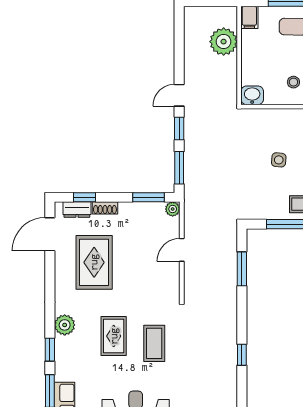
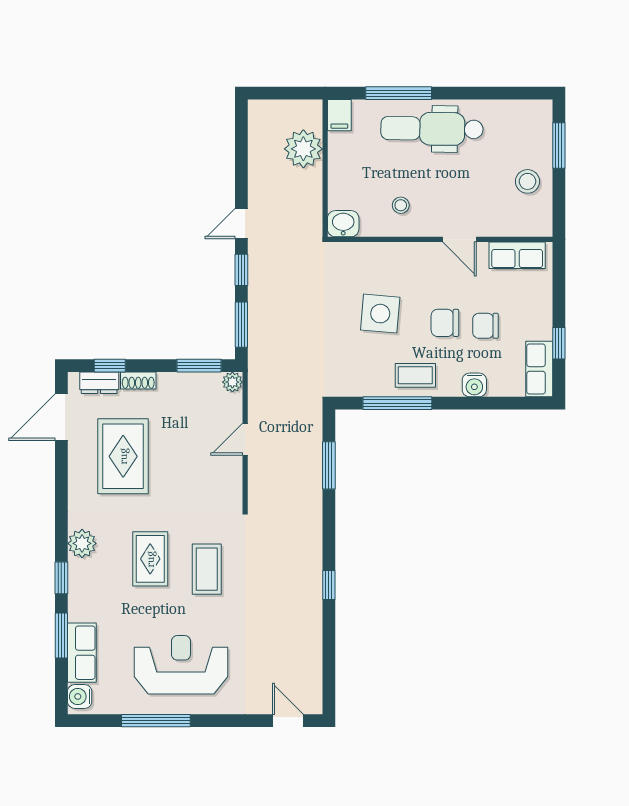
side table: (279, 160) -> (380, 314), width x1.87, depth x1.87

